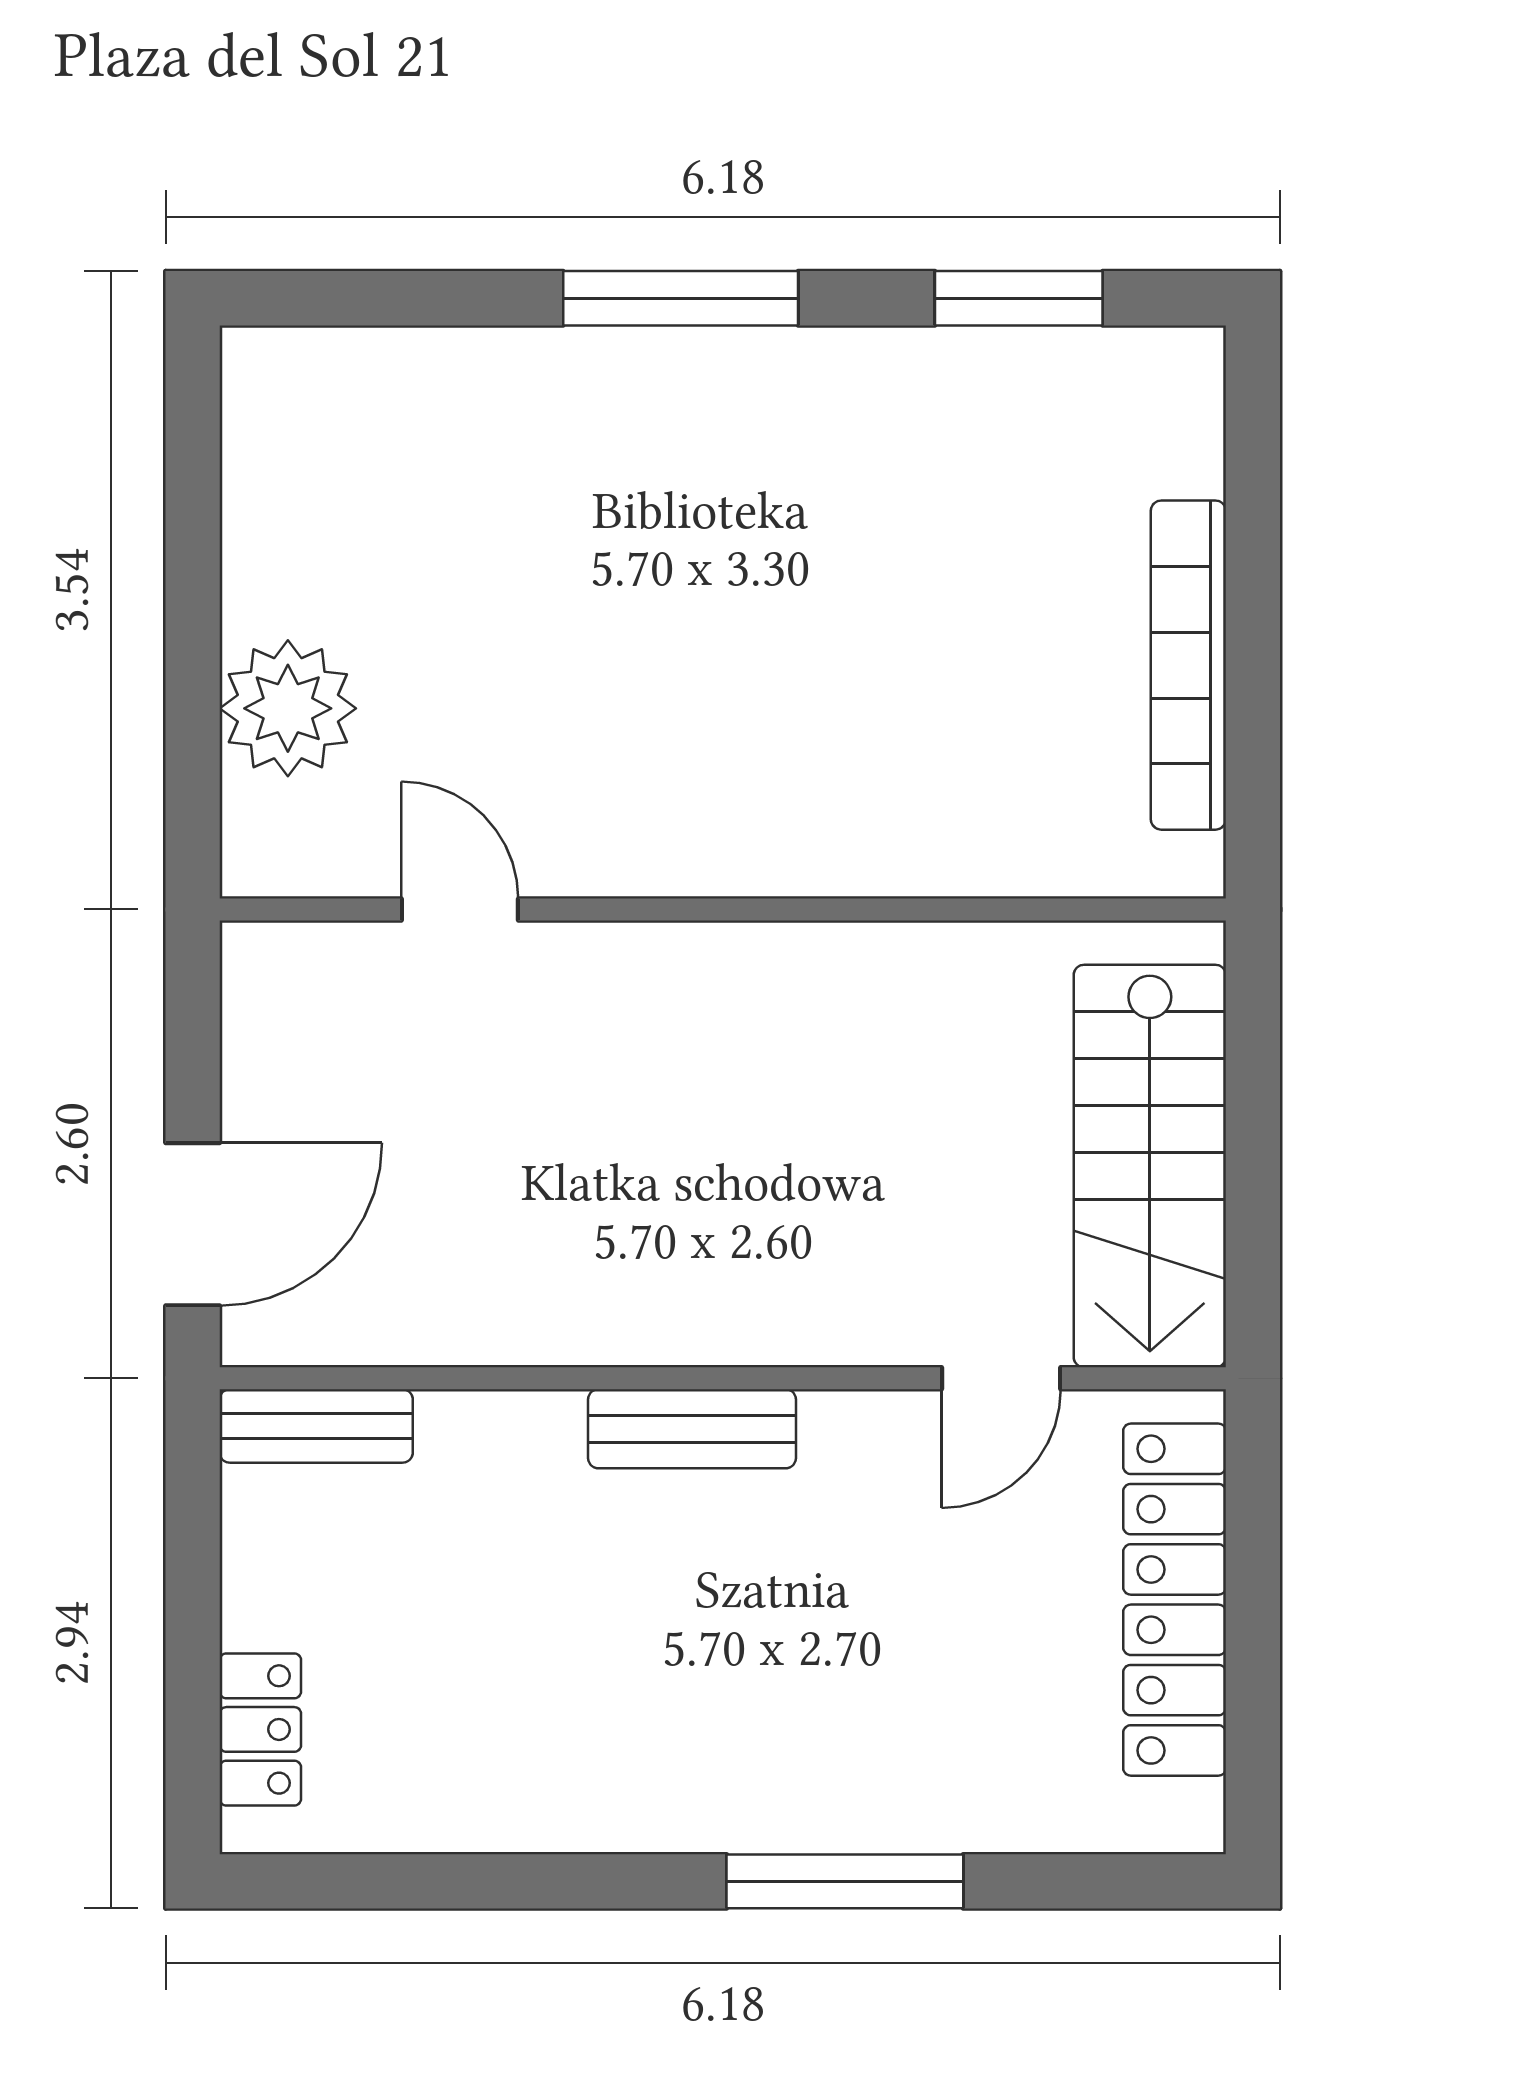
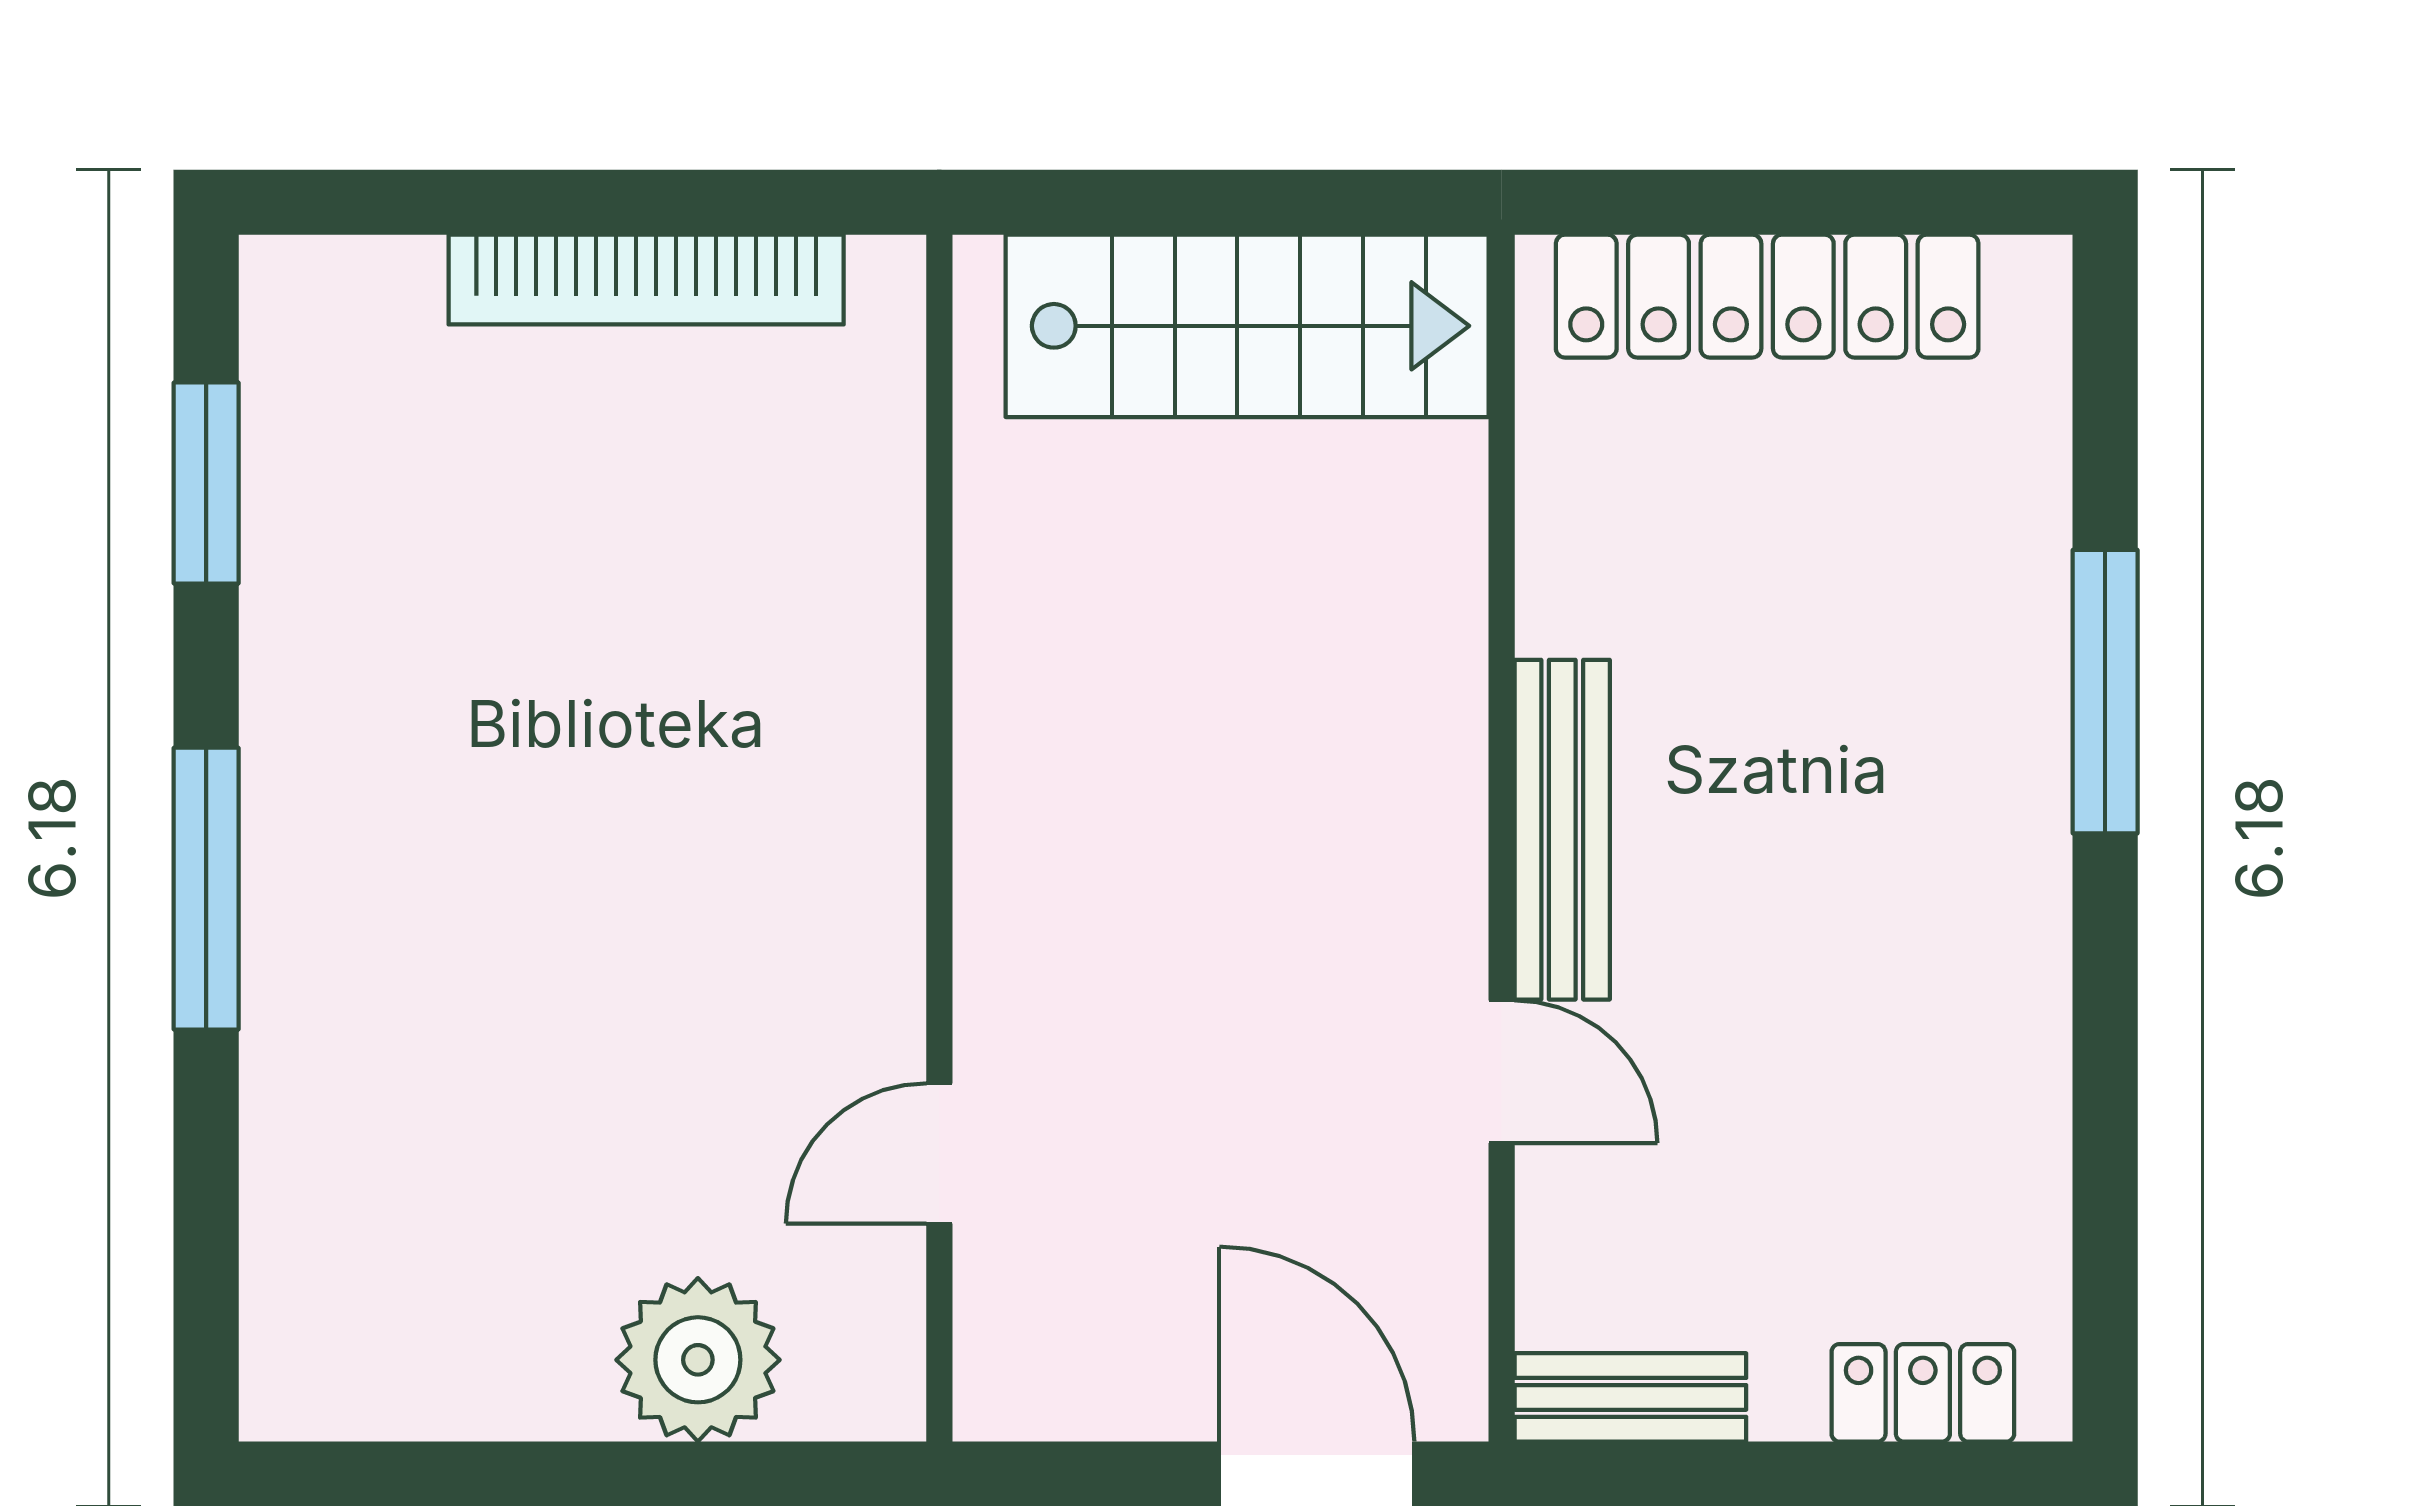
door: (1001, 1378) -> (1502, 1072), moved
bench: (316, 1426) -> (1630, 1397), moved, turned 90
bench: (692, 1429) -> (1562, 830), width x1.36

